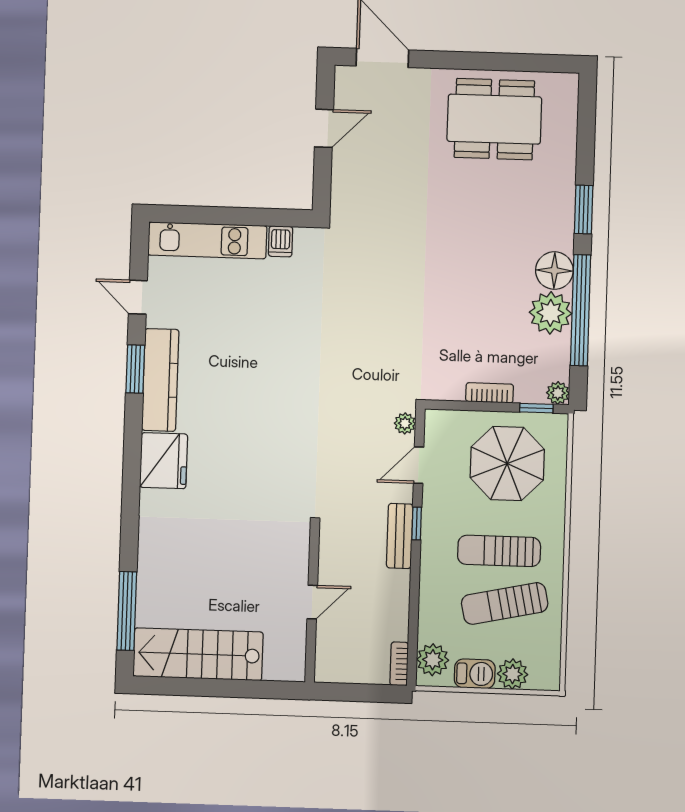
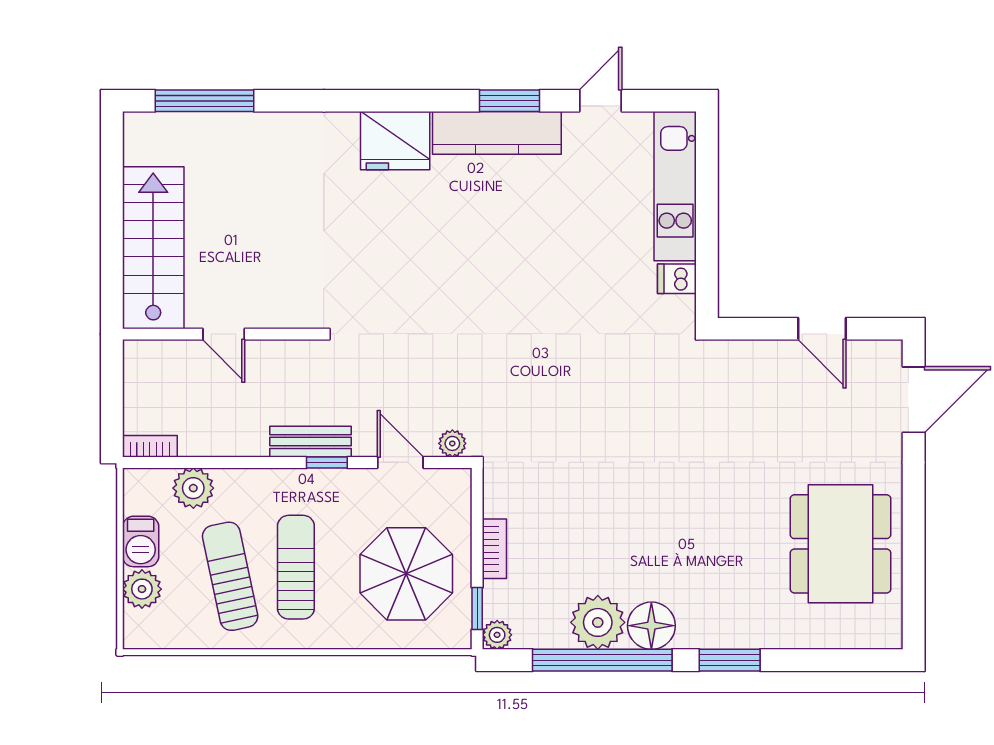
stairs: (198, 654) -> (153, 248), moved
plant: (433, 660) -> (193, 488), moved

